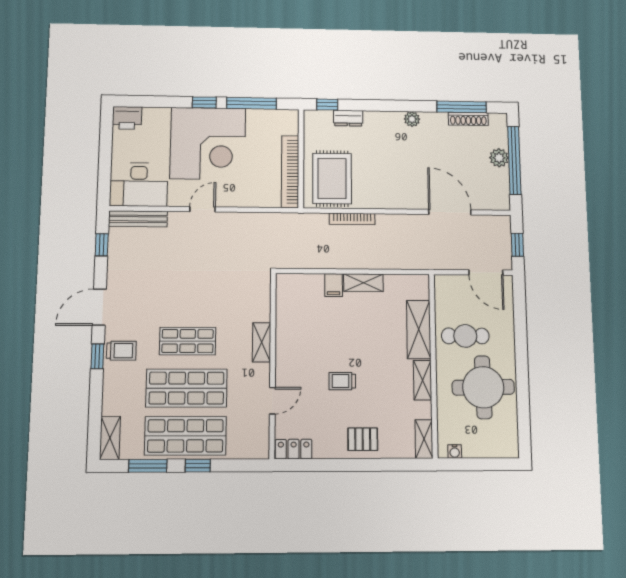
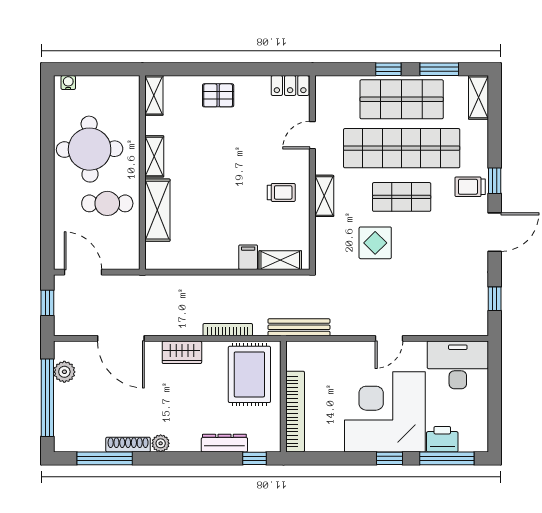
window: (252, 103) -> (447, 458), moved
printer: (127, 118) -> (442, 439), moved
dresser: (348, 118) -> (224, 443), width x1.44
shoe rack: (468, 119) -> (128, 445), moved
plant: (499, 158) -> (64, 372), moved
bookcase: (290, 172) -> (295, 412), moved
wardrobe: (394, 199) -> (182, 352), added
bench: (138, 219) -> (299, 327), moved
shelving: (363, 283) -> (280, 260), moved
display table: (214, 298) -> (375, 243), added
trolley: (342, 381) -> (281, 192), moved
shop shelf: (187, 388) -> (402, 148), width x1.40
water cooler: (455, 451) -> (68, 83), moved

